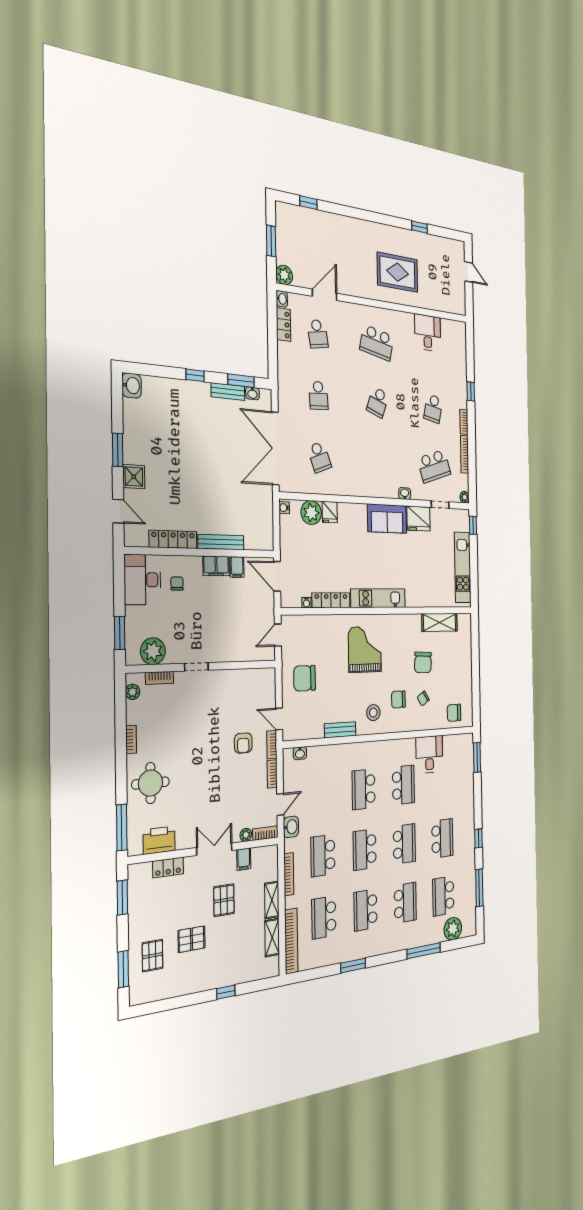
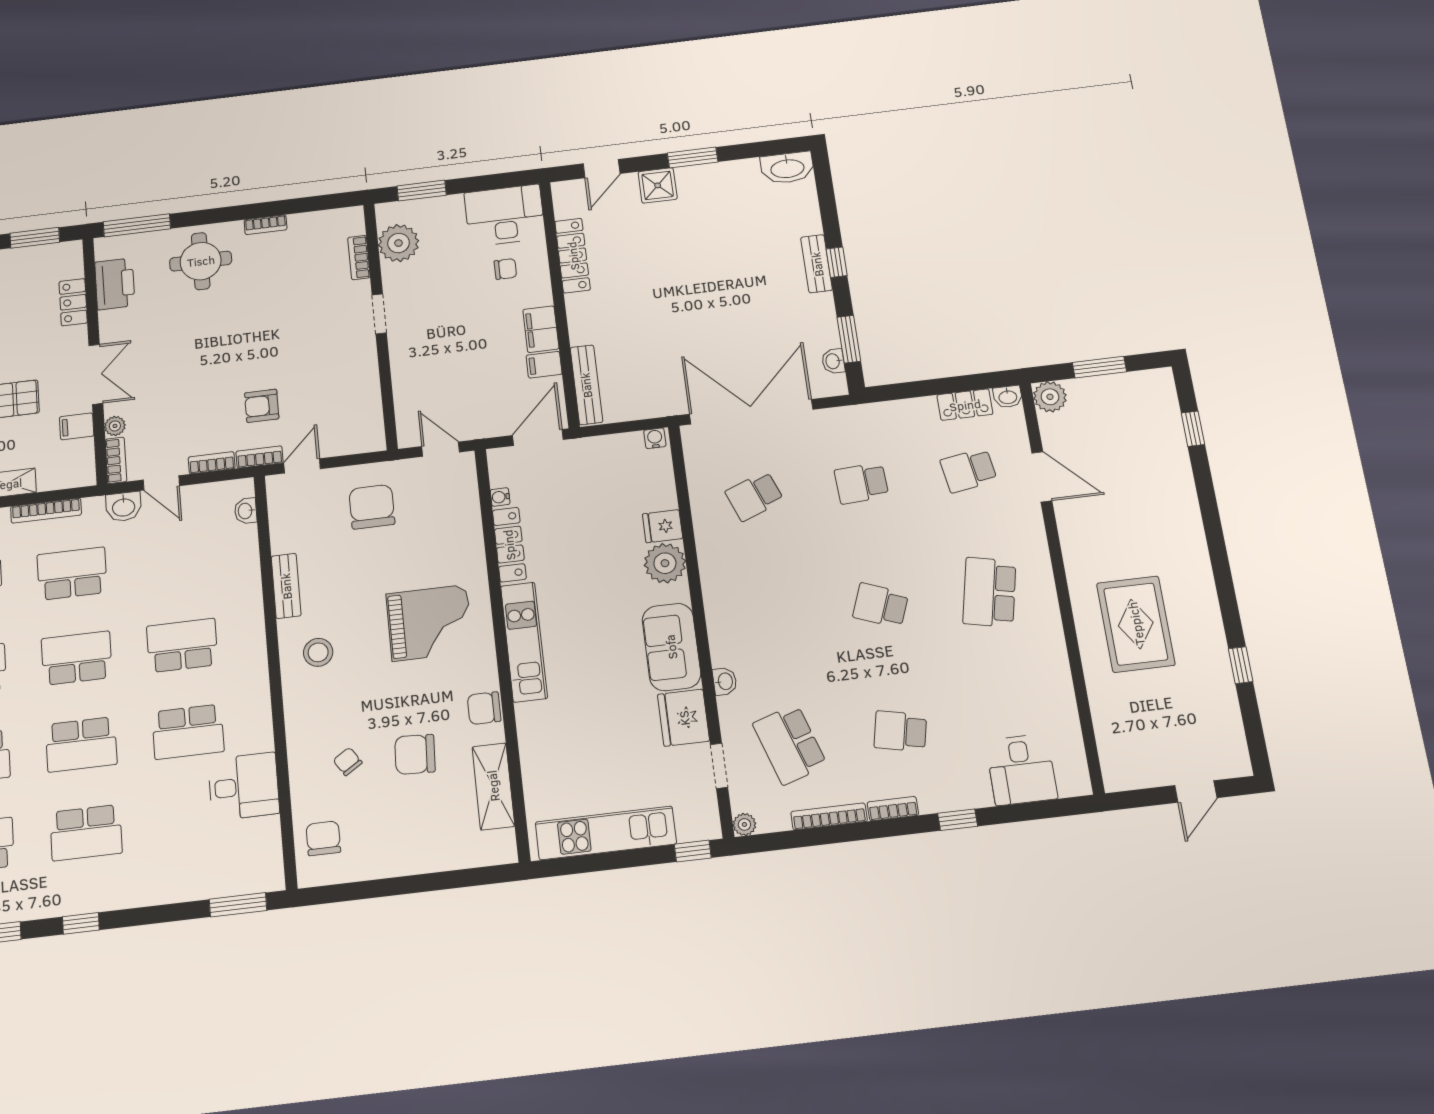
desk: (428, 333) -> (1021, 770), moved, turned 90
washbasin: (132, 385) -> (787, 168), width x1.38
bench: (228, 392) -> (817, 264), moved
plant: (311, 513) -> (665, 563), moved
bench: (221, 542) -> (586, 385), moved
plant: (133, 692) -> (336, 219), removed
chair: (398, 699) -> (484, 708), moved, turned -90

